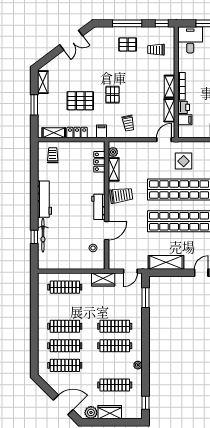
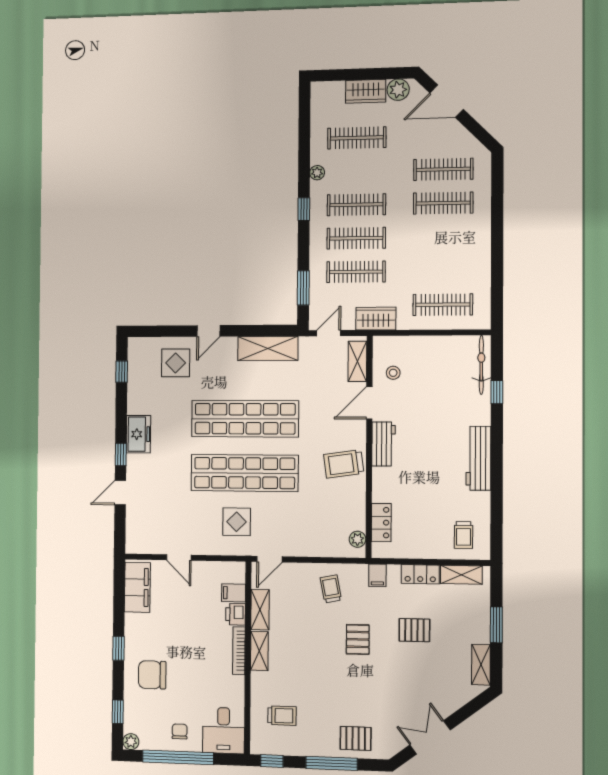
pallet: (128, 44) -> (356, 738), moved
pallet: (80, 101) -> (414, 630), width x0.67, depth x0.71
shelving: (114, 169) -> (357, 361), moved
bicycle: (43, 235) -> (481, 365), moved
clothes rail: (65, 326) -> (356, 272), moved
window: (145, 403) -> (304, 209), moved

